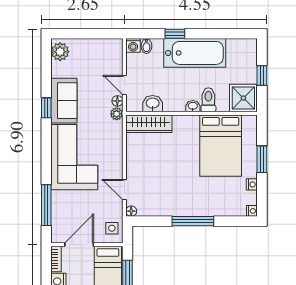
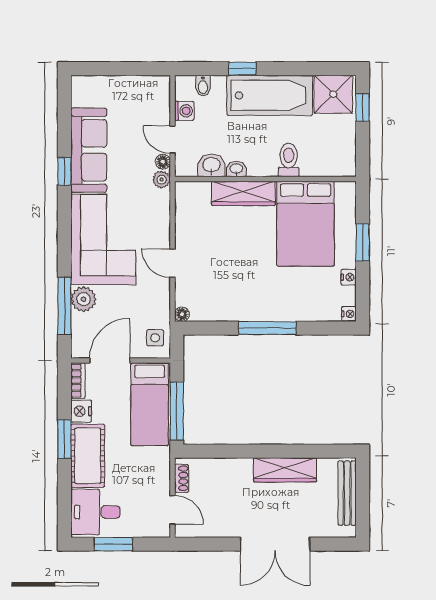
washing machine: (133, 45) -> (184, 111), moved, turned -90
plant: (60, 52) -> (84, 299), moved
window: (262, 75) -> (363, 107), moved
shower: (243, 98) -> (333, 94), moved
sofa: (64, 101) -> (89, 150), width x1.36
washbasin: (193, 106) -> (236, 169), moved
wardrobe: (149, 124) -> (243, 193), moved
door: (124, 190) -> (172, 263), moved

